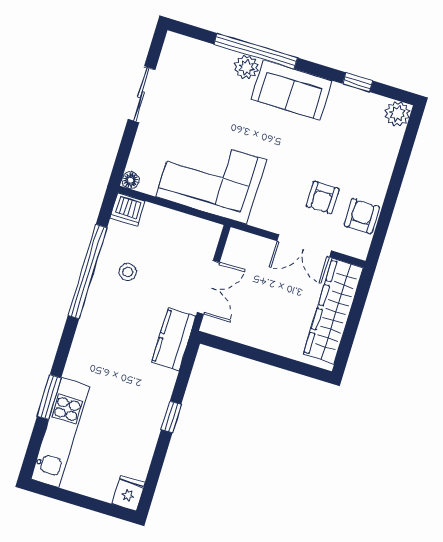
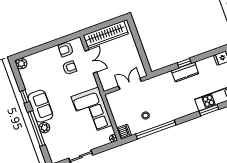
window: (358, 82) -> (25, 96), moved
kitchen counter: (174, 339) -> (185, 72), moved

